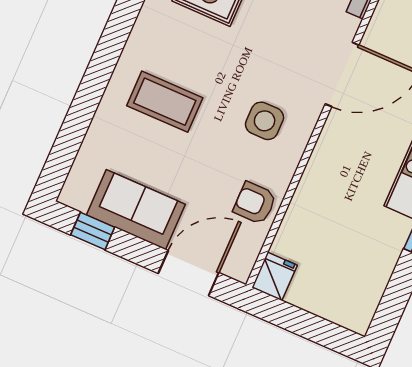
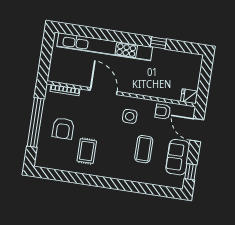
coffee table: (165, 102) -> (144, 149), moved
armchair: (255, 203) -> (163, 112), turned 90

